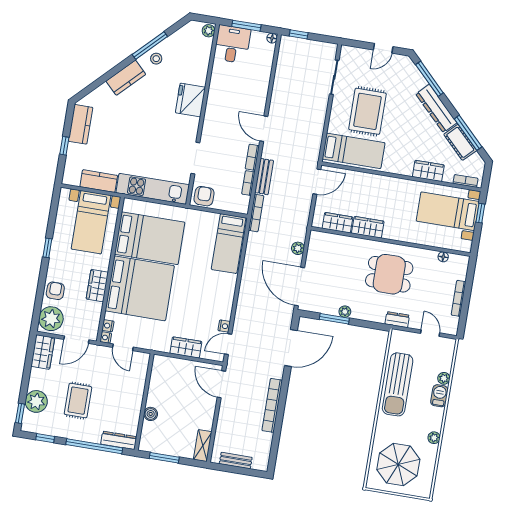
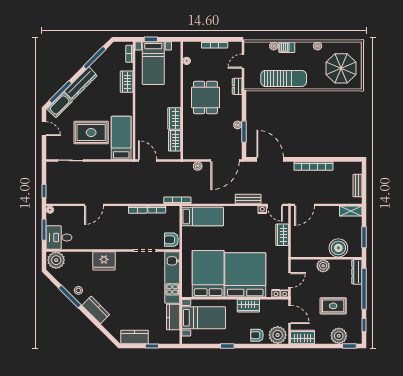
plant: (209, 31) -> (56, 260), width x1.88, depth x1.88
door: (264, 129) -> (94, 205), moved
cot: (460, 142) -> (60, 105), moved
bench: (264, 177) -> (248, 199), moved
plant: (135, 396) -> (323, 266), added
boiler: (151, 414) -> (338, 248), width x1.86, depth x1.86

